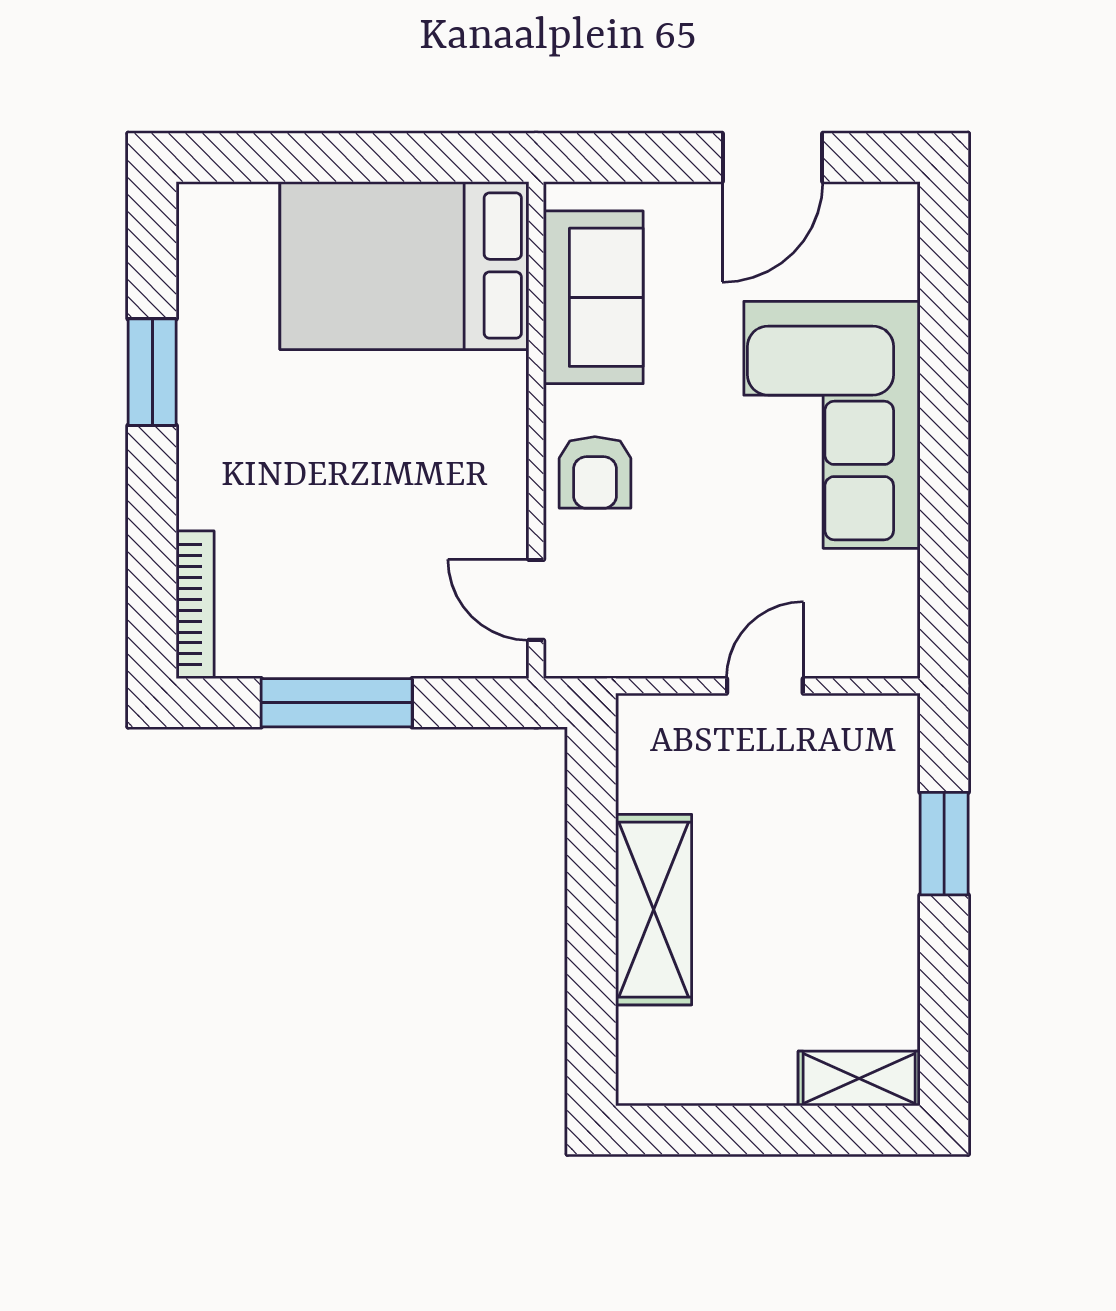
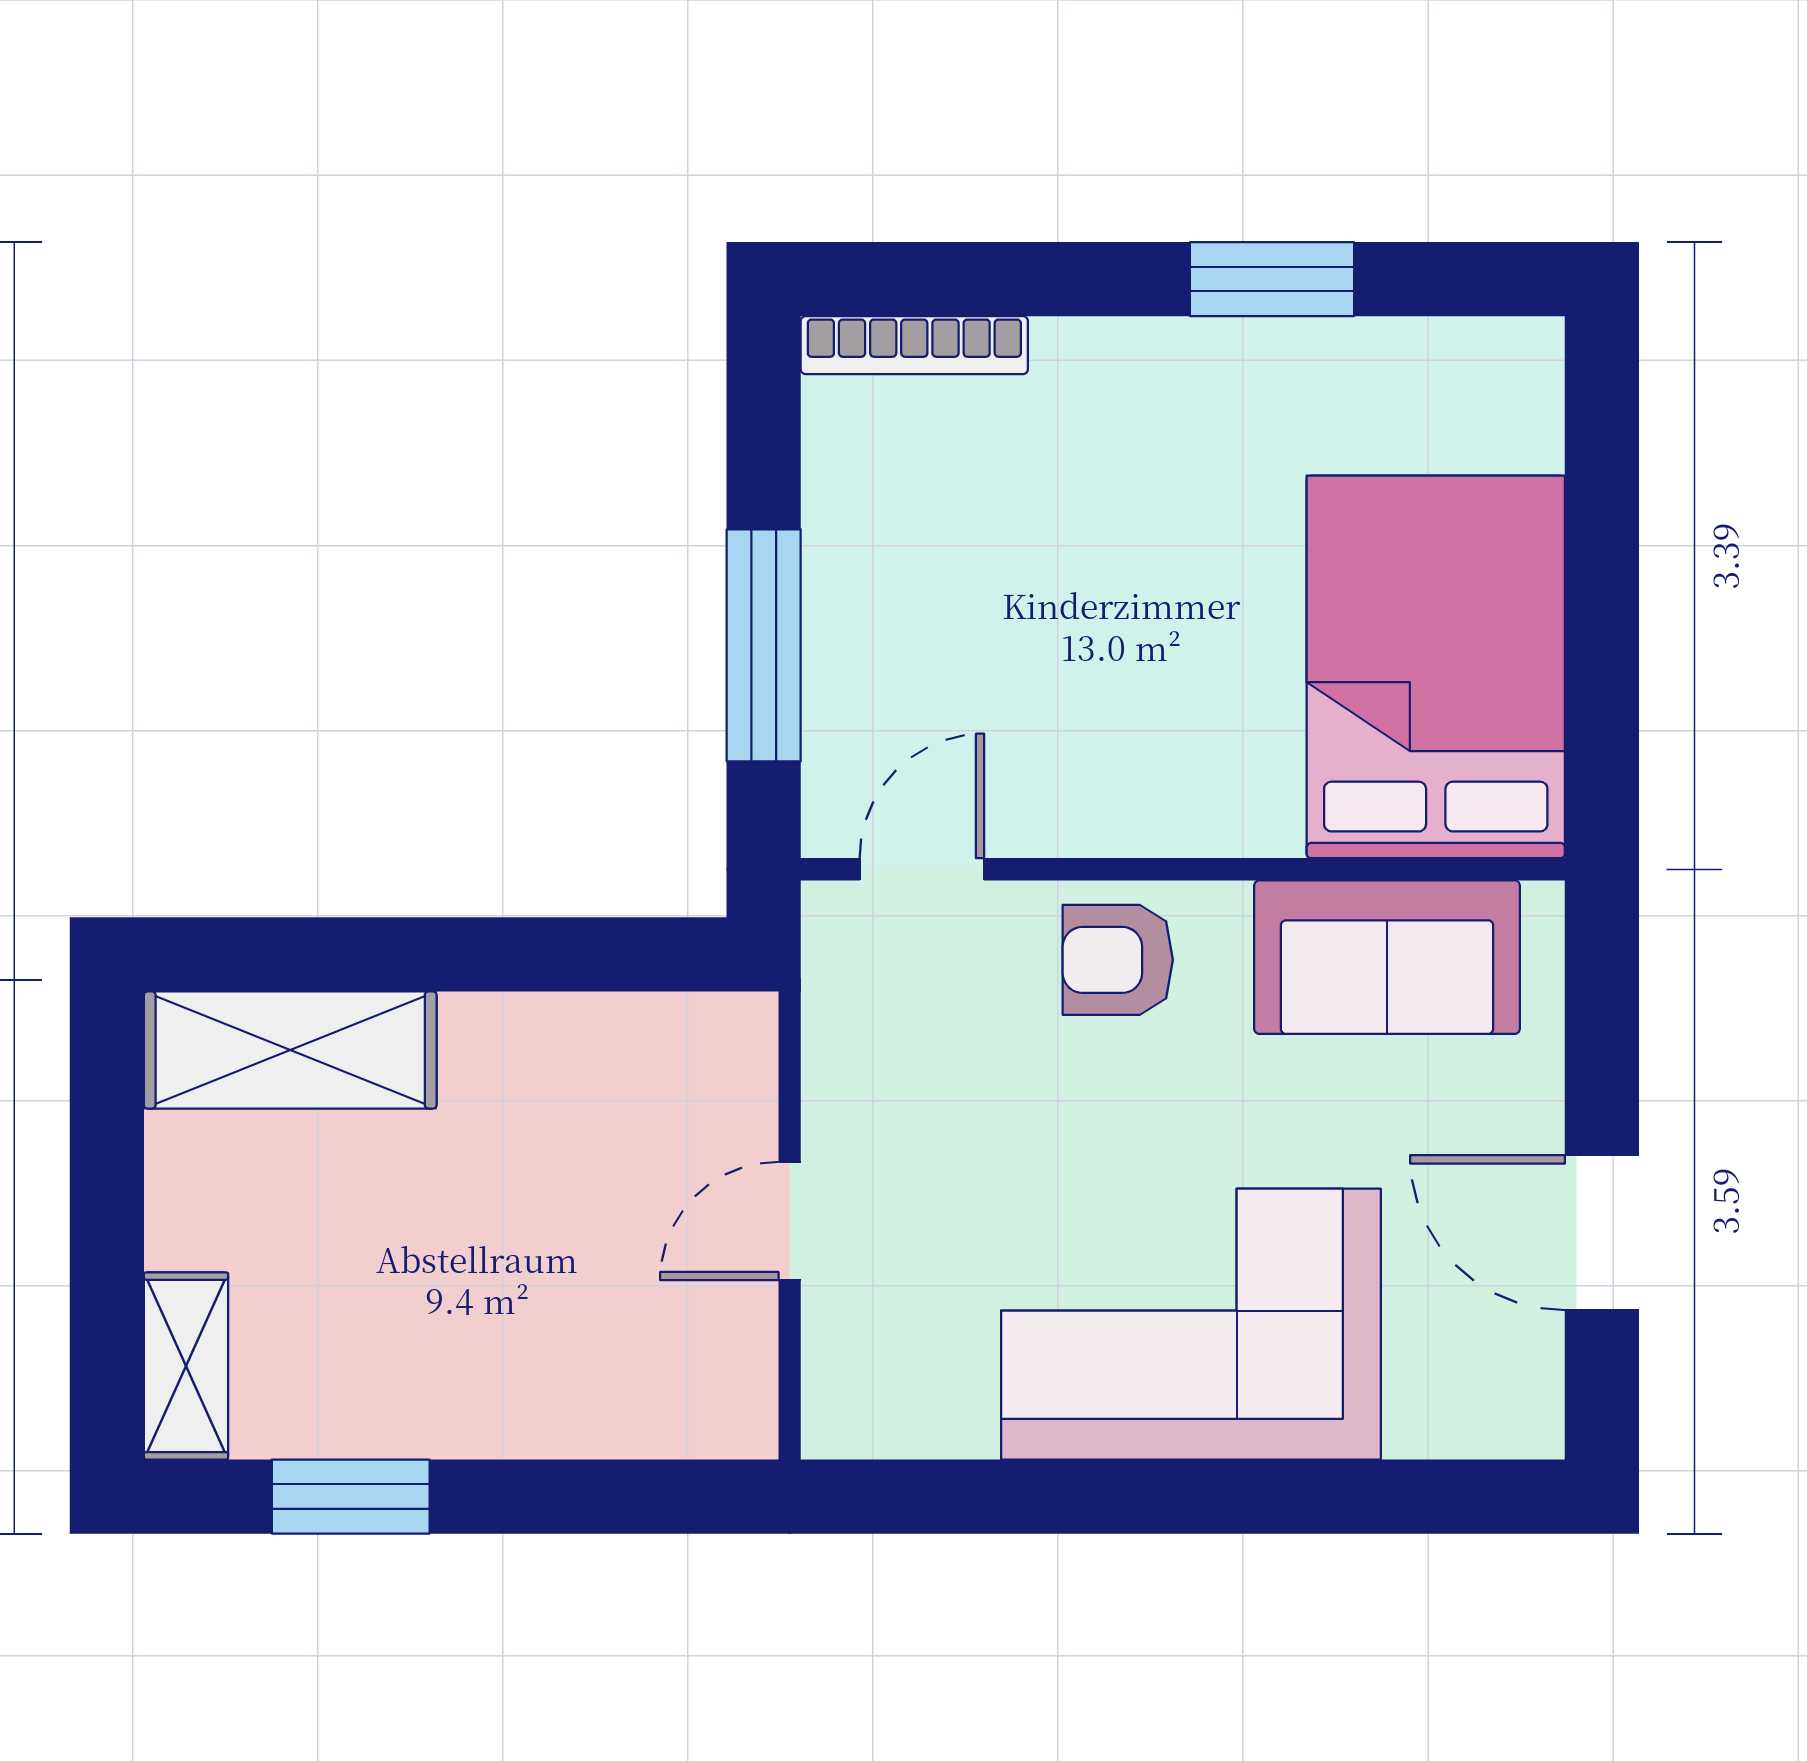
door: (765, 686) -> (790, 1221), swing flipped
window: (337, 703) -> (764, 645), moved
window: (944, 844) -> (351, 1497), moved
shelving: (654, 910) -> (290, 1050), moved

